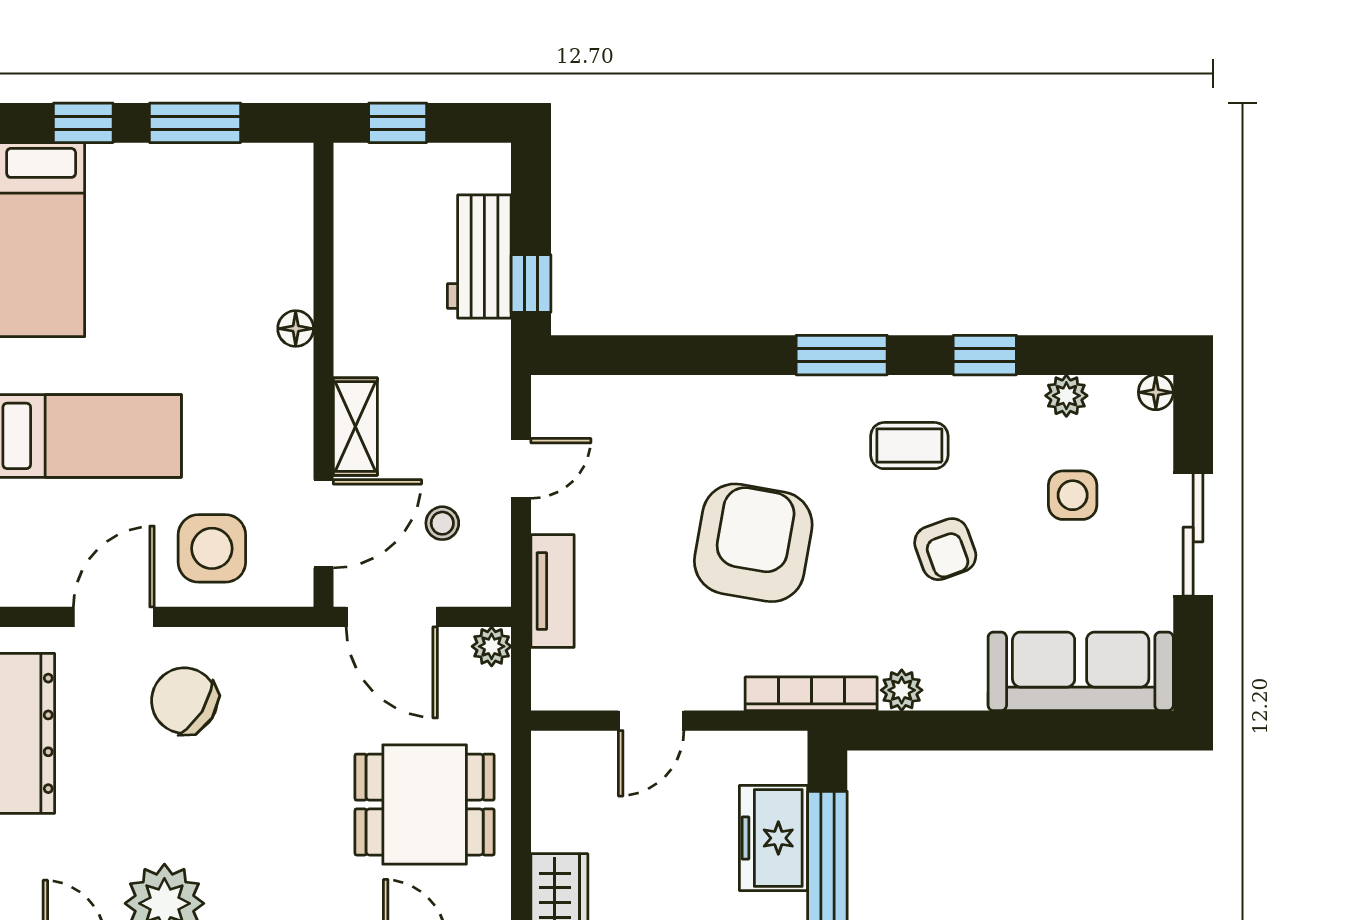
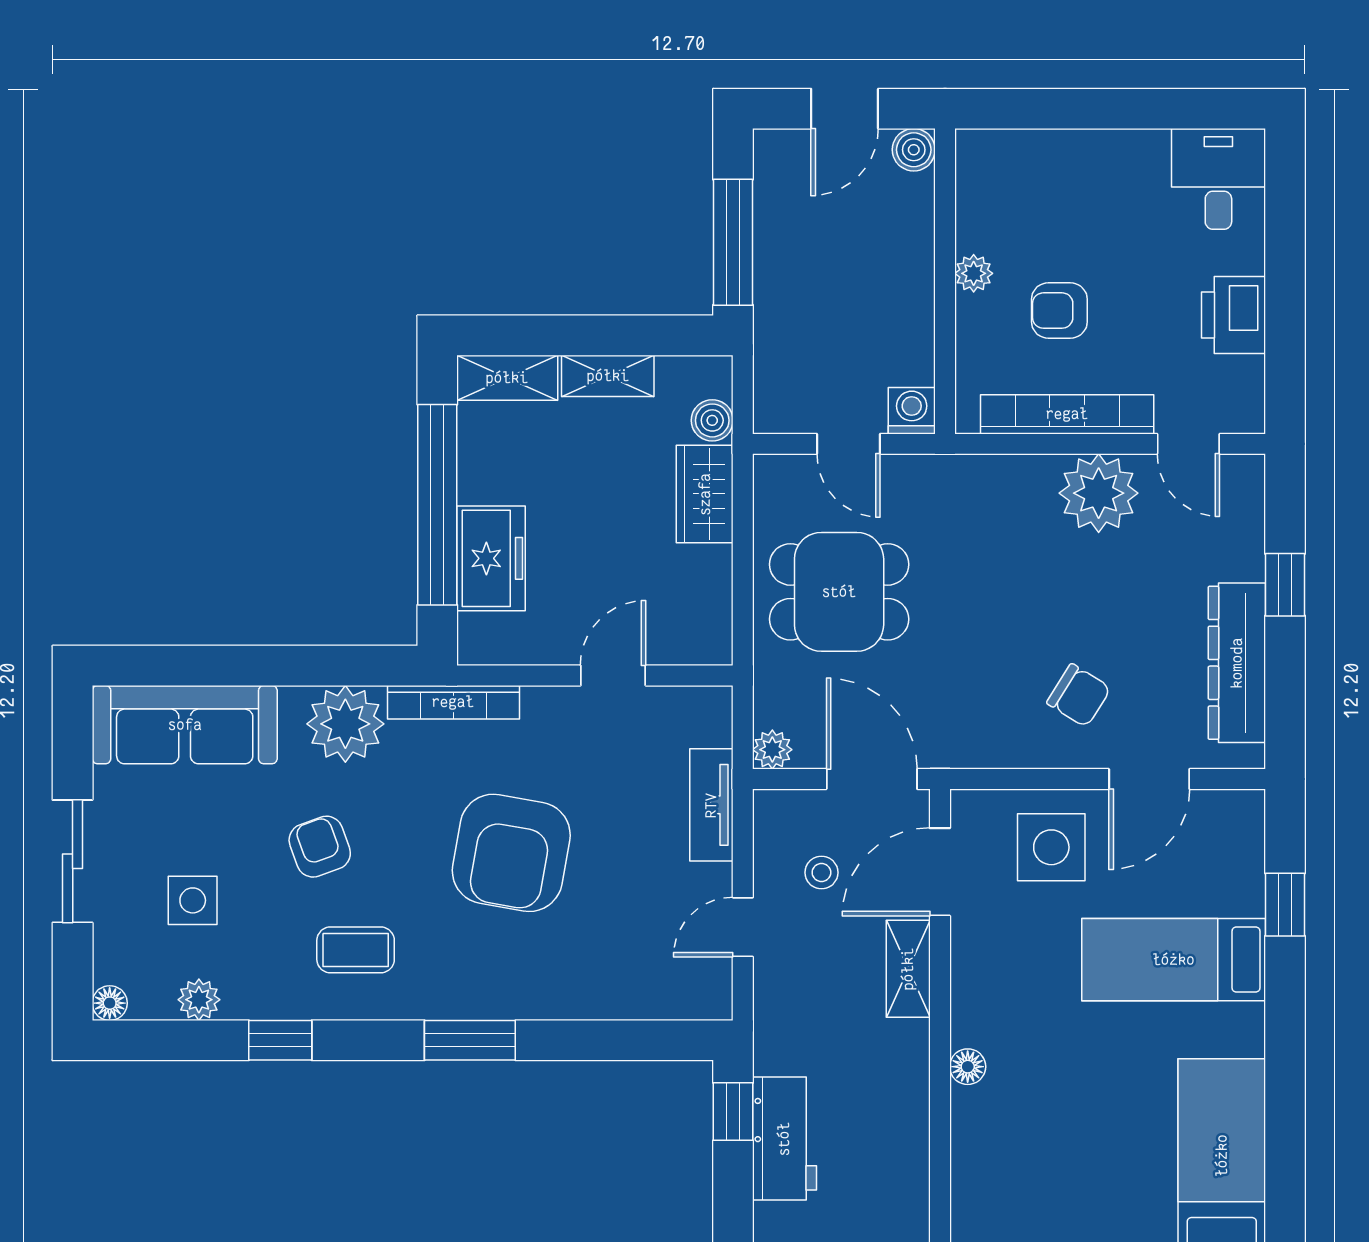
window: (842, 355) -> (470, 1040), moved
plant: (902, 690) -> (345, 724), width x1.87, depth x1.87
chair: (184, 701) -> (1079, 695), width x0.73, depth x0.73

